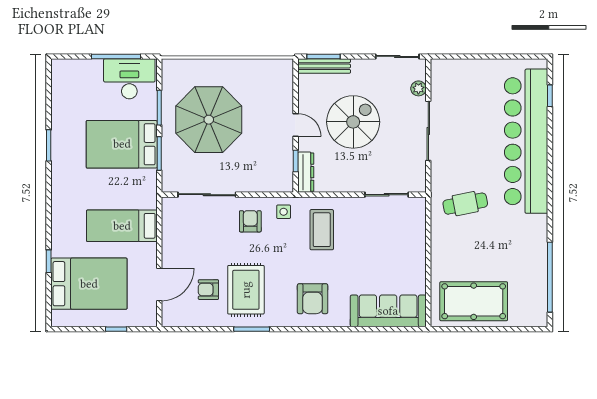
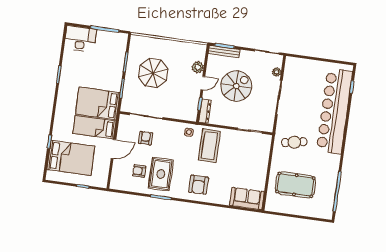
desk: (129, 79) -> (80, 39), moved
plant: (283, 99) -> (198, 67), added
parasol: (209, 120) -> (153, 73), width x0.73, depth x0.73
door: (296, 125) -> (203, 83), hinge flipped
bed: (122, 144) -> (98, 103), moved
armchair: (250, 221) -> (146, 138), moved
coffee table: (322, 230) -> (209, 146), width x1.36, depth x1.32
door: (159, 284) -> (113, 149), moved
pool table: (474, 301) -> (295, 185), moved
sofa: (388, 311) -> (247, 199), width x0.73

